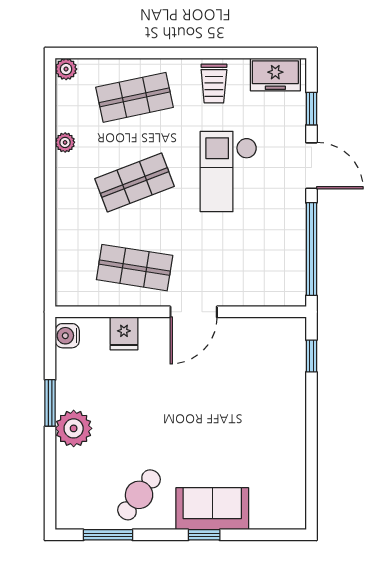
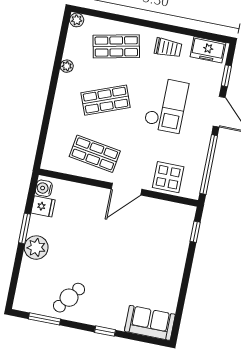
trolley: (214, 84) -> (168, 48), turned -90
checkout: (228, 172) -> (166, 105), turned 180
display table: (253, 281) -> (168, 177), added
fridge: (124, 333) -> (43, 206), moved, turned -90
sofa: (212, 509) -> (150, 323), moved

